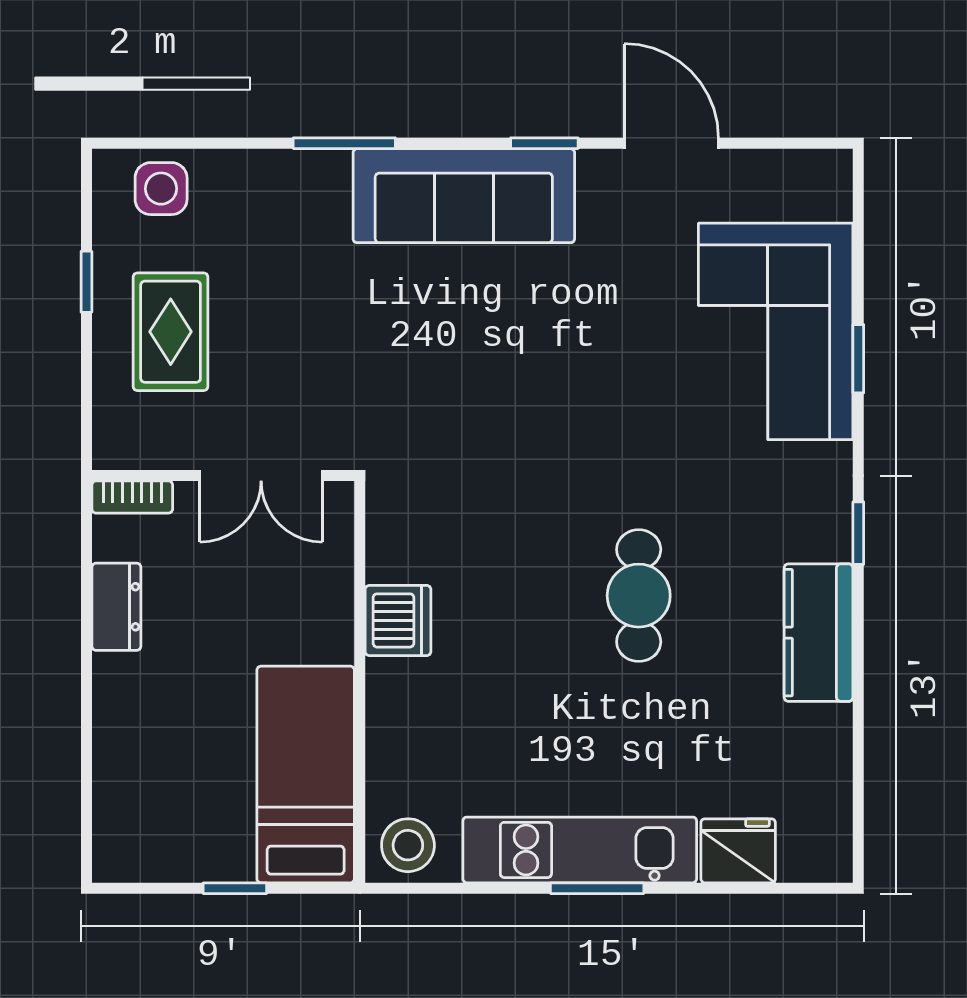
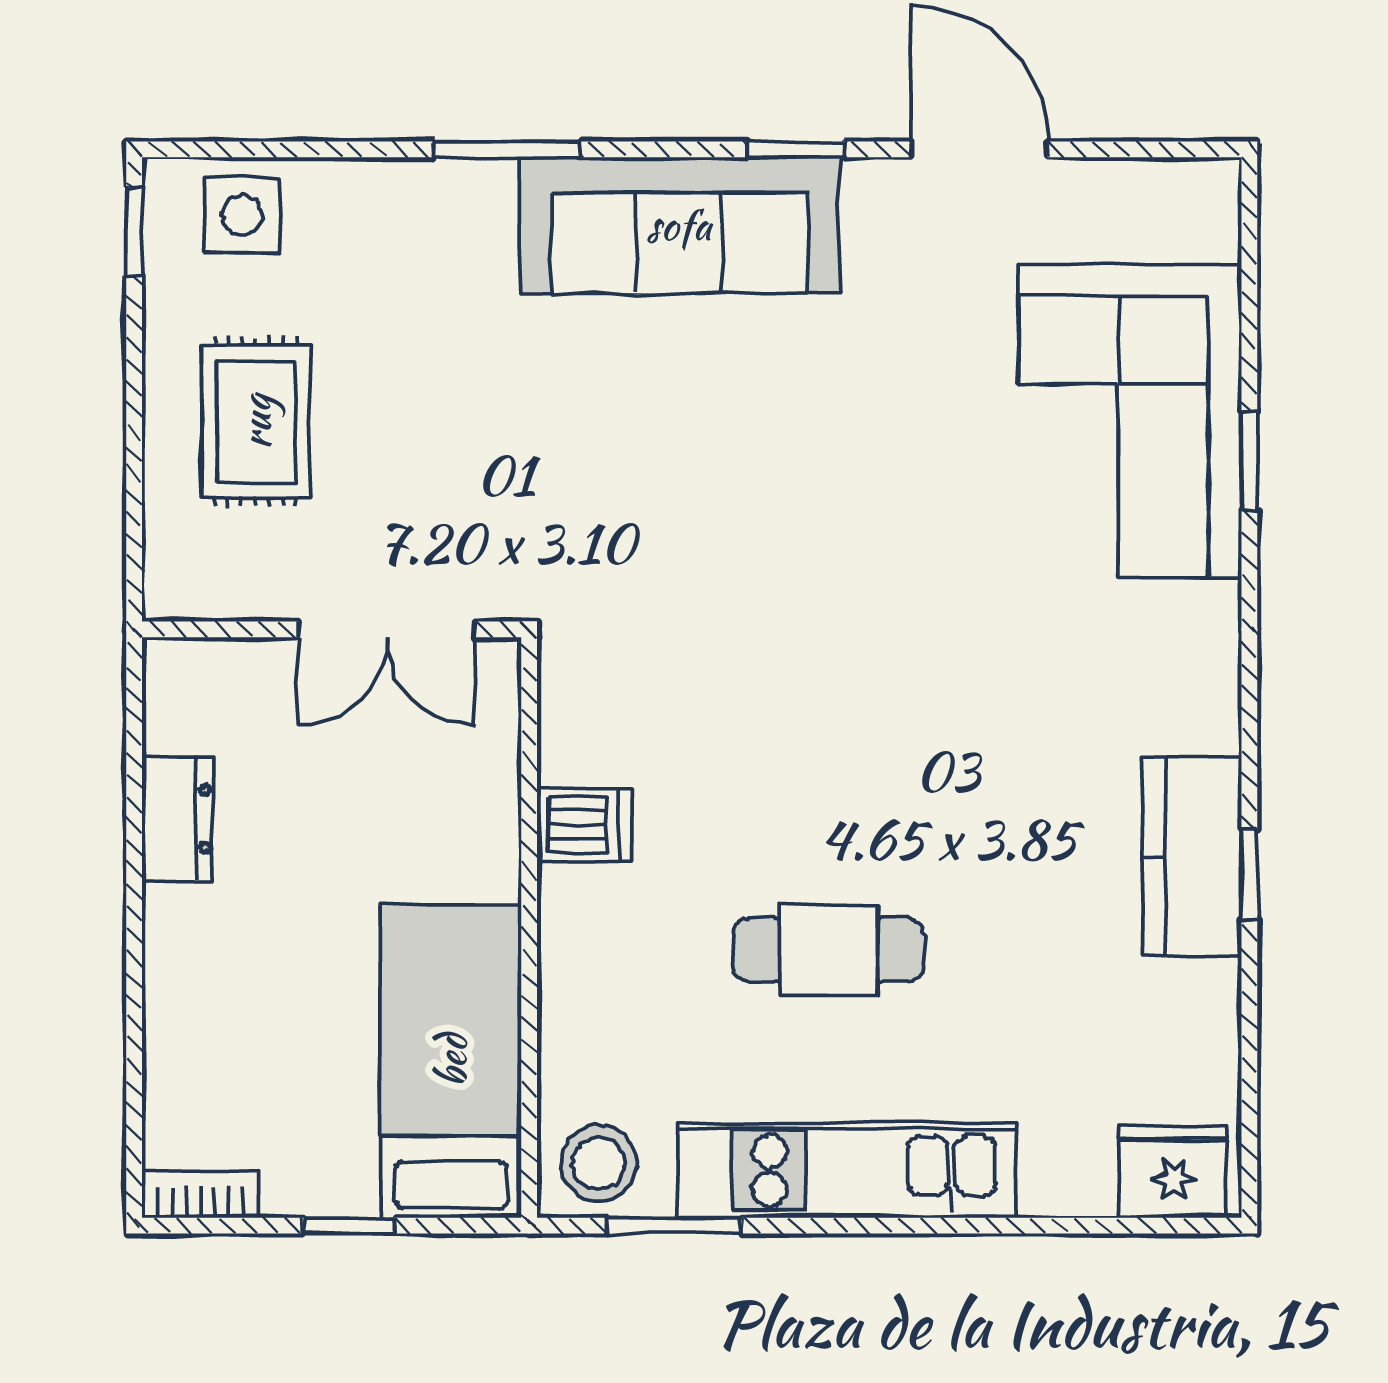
window: (86, 282) -> (134, 231), moved
bookcase: (132, 497) -> (200, 1195), moved, turned 180
window: (858, 533) -> (1249, 874), moved
cafe table: (639, 596) -> (829, 950), moved, turned 90
dishwasher: (398, 620) -> (584, 825), width x0.73
fridge: (738, 851) -> (1173, 1172), moved
window: (597, 888) -> (674, 1226), moved

